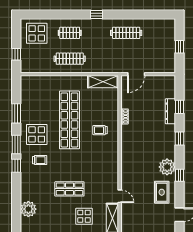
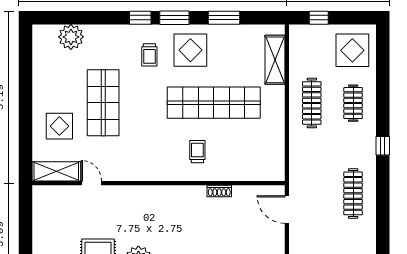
shelving: (103, 82) -> (275, 60), moved
shop shelf: (69, 189) -> (103, 103), width x1.43, depth x1.36
door: (120, 196) -> (91, 183), swing flipped

